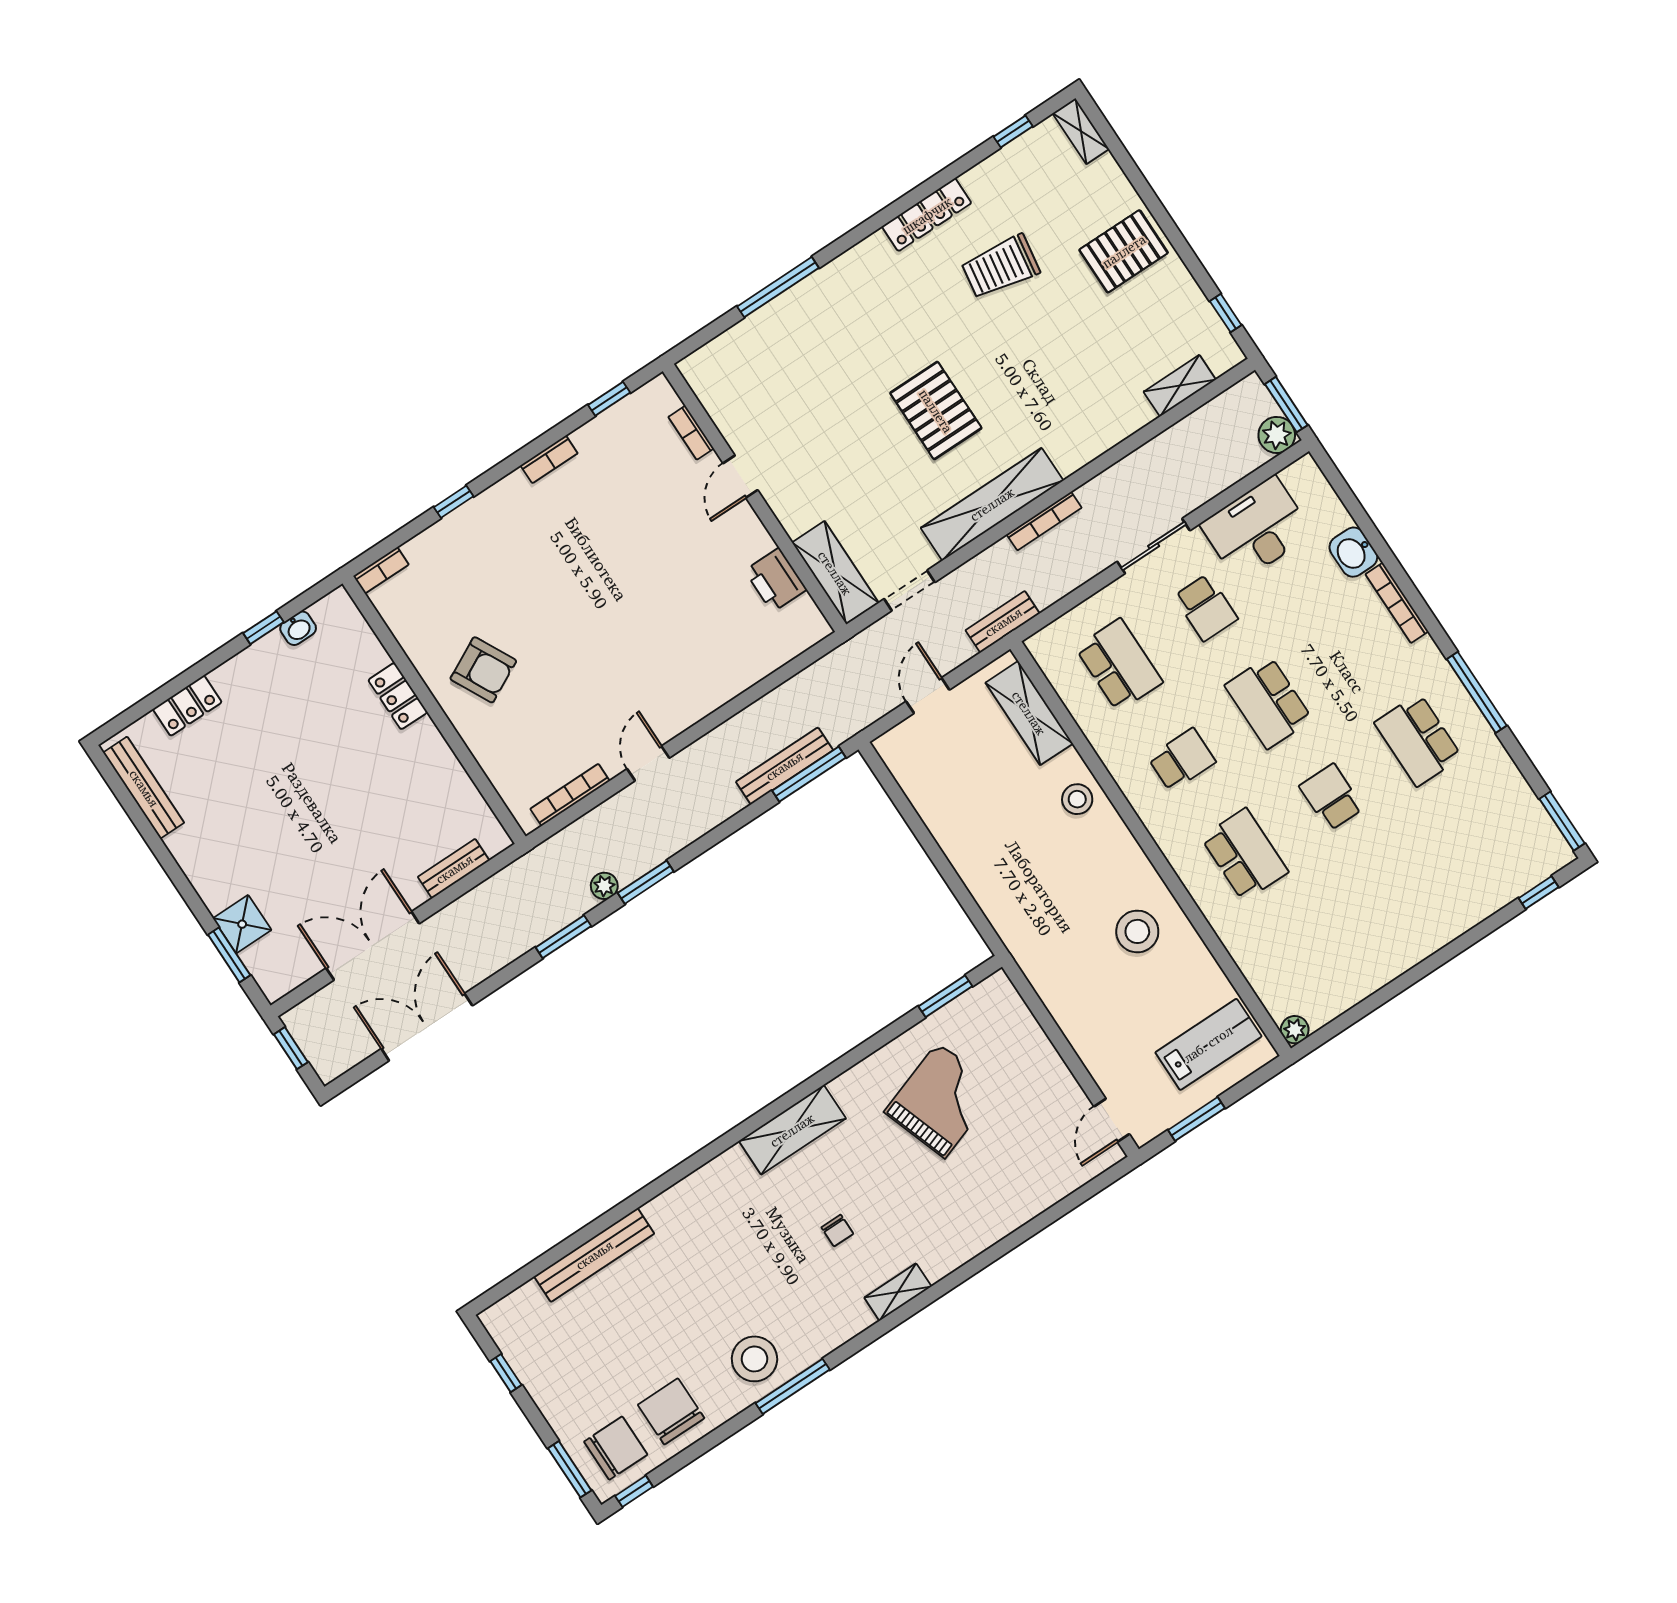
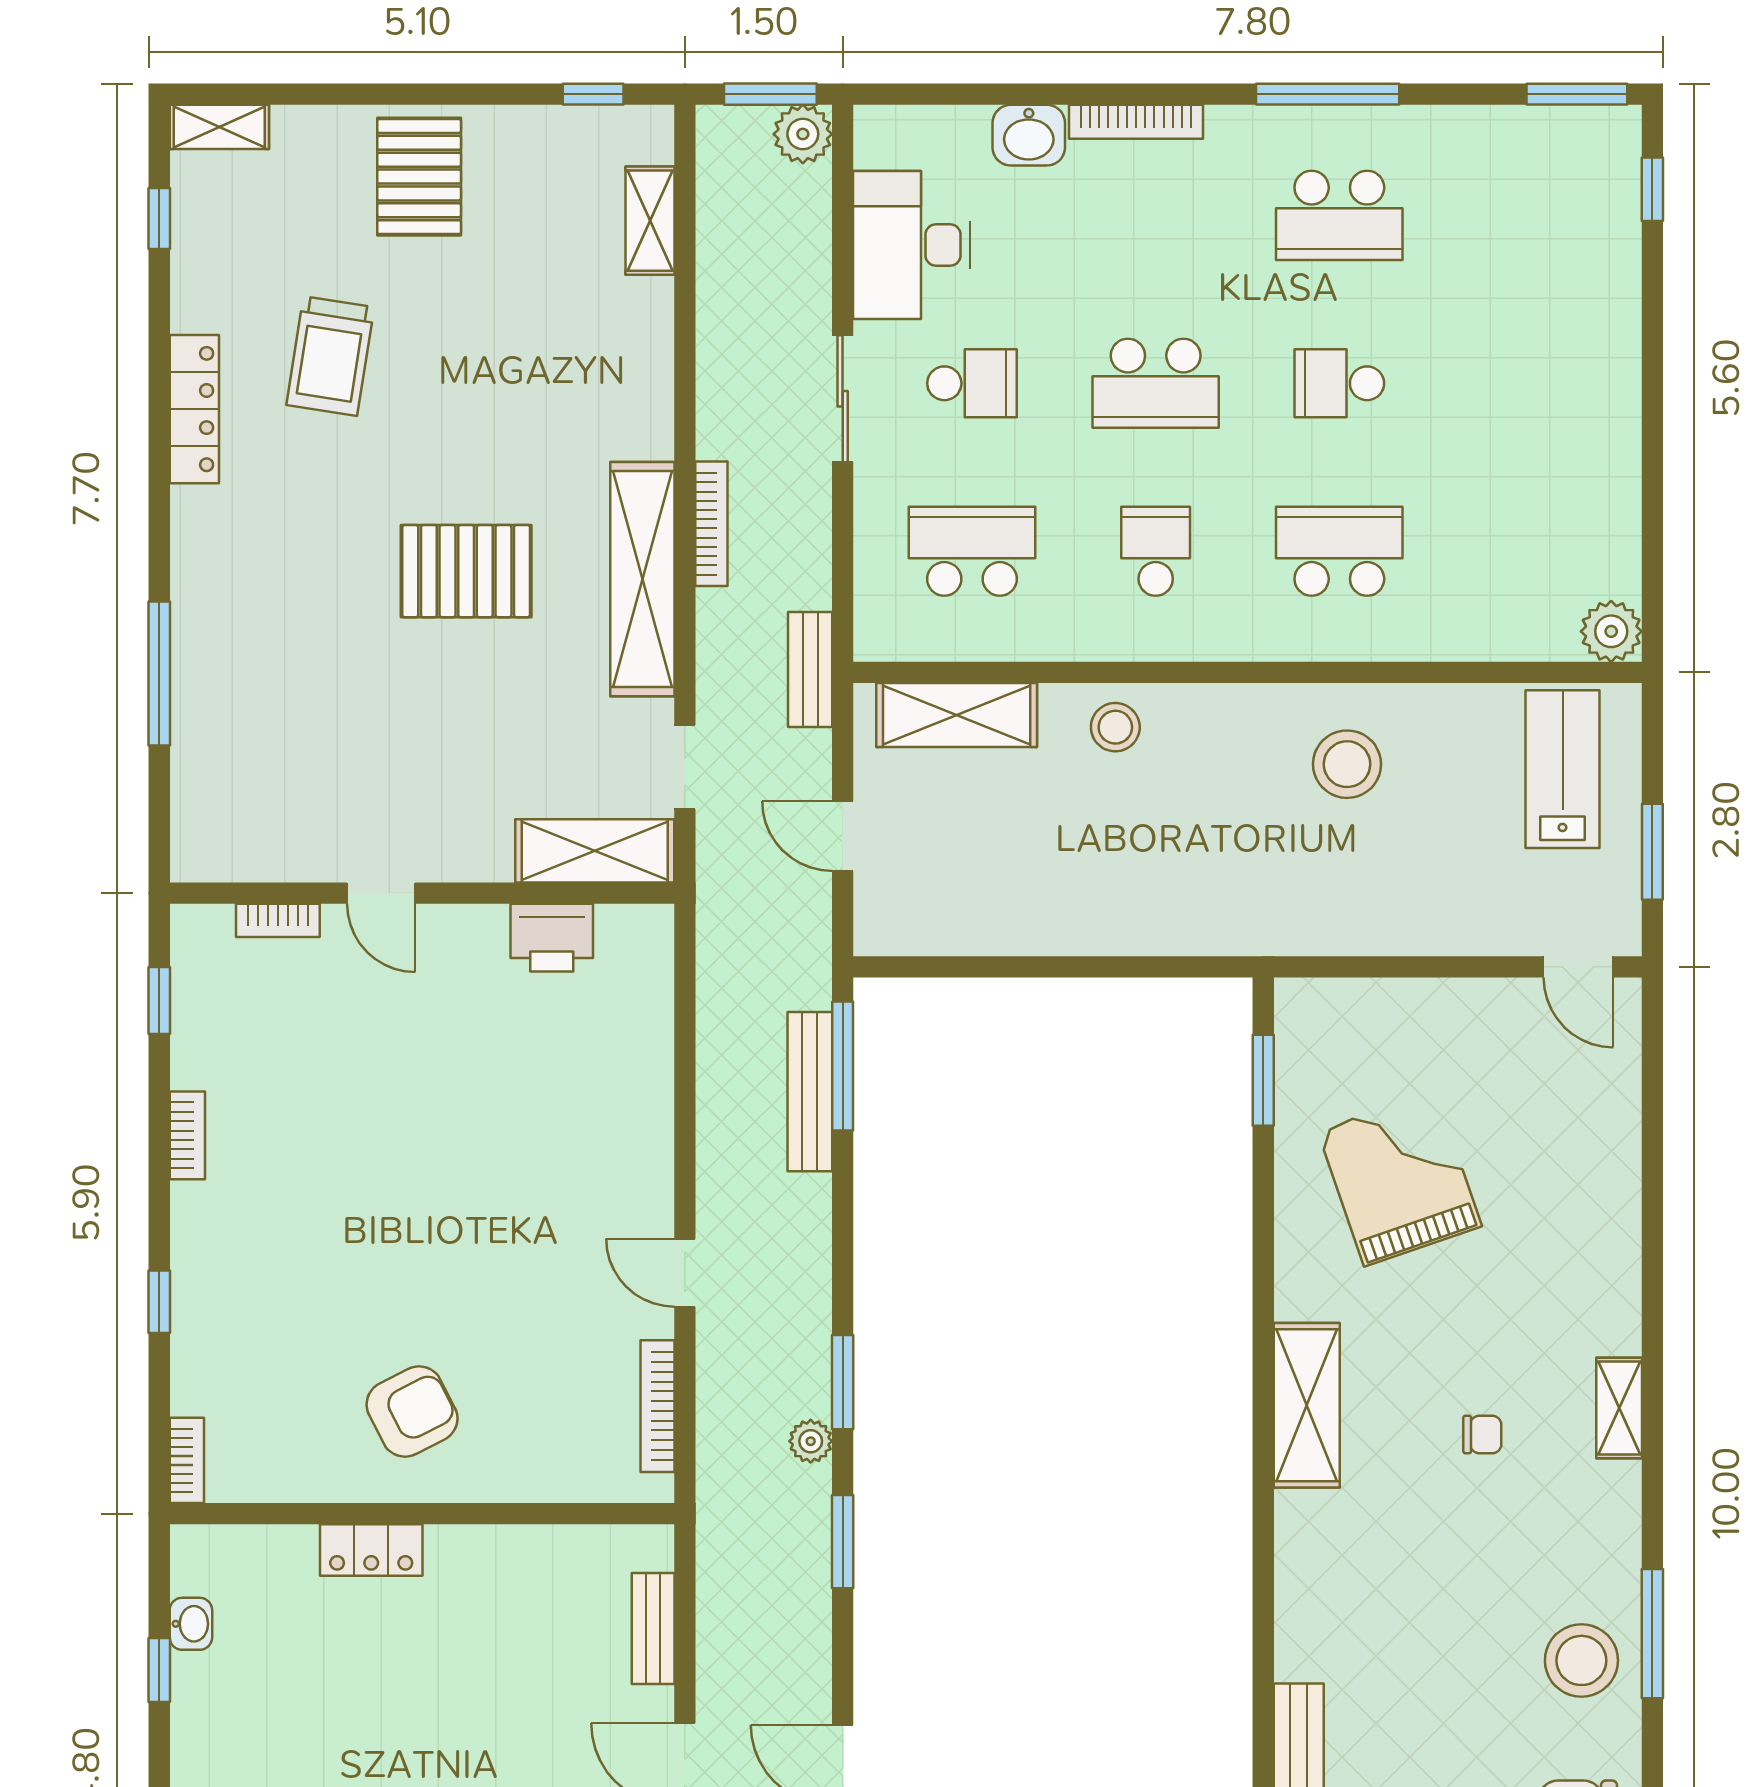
plant: (1295, 1030) -> (1611, 631), width x1.38, depth x1.38

